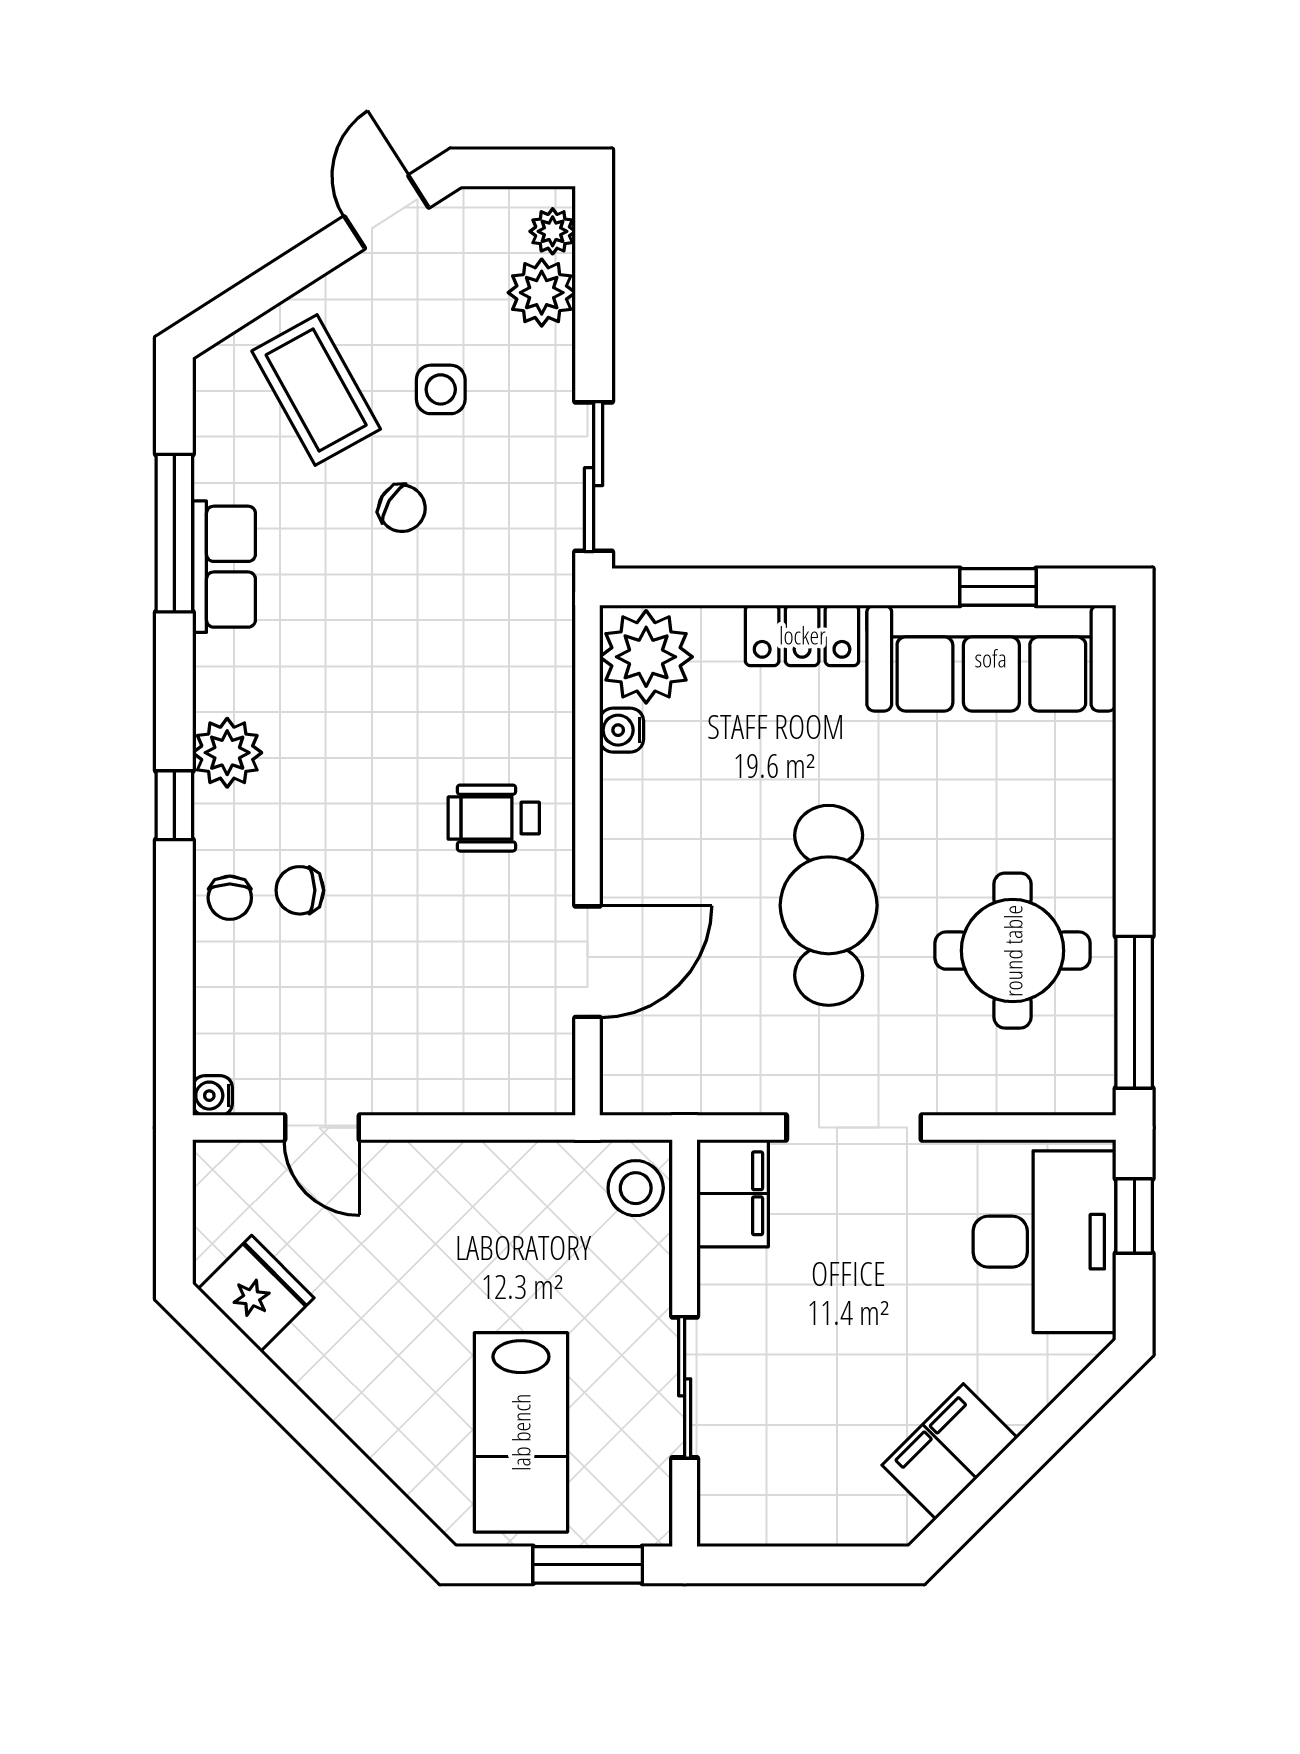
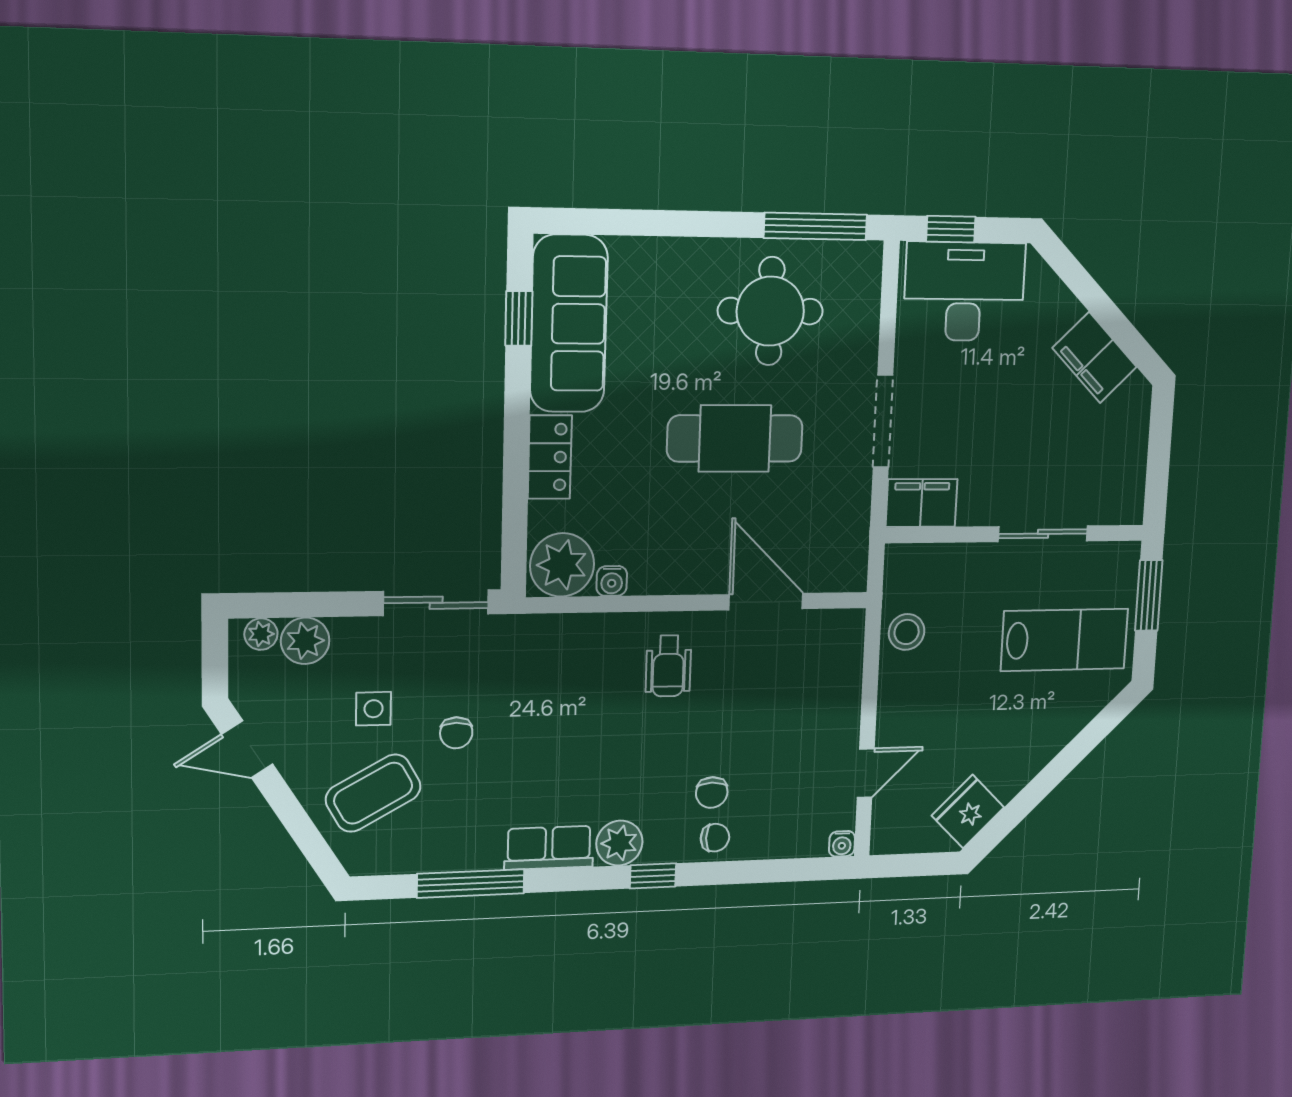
chair: (402, 508) -> (456, 733), turned 149
row of seats: (224, 567) -> (549, 848), moved
stool: (636, 1188) -> (907, 632), moved

